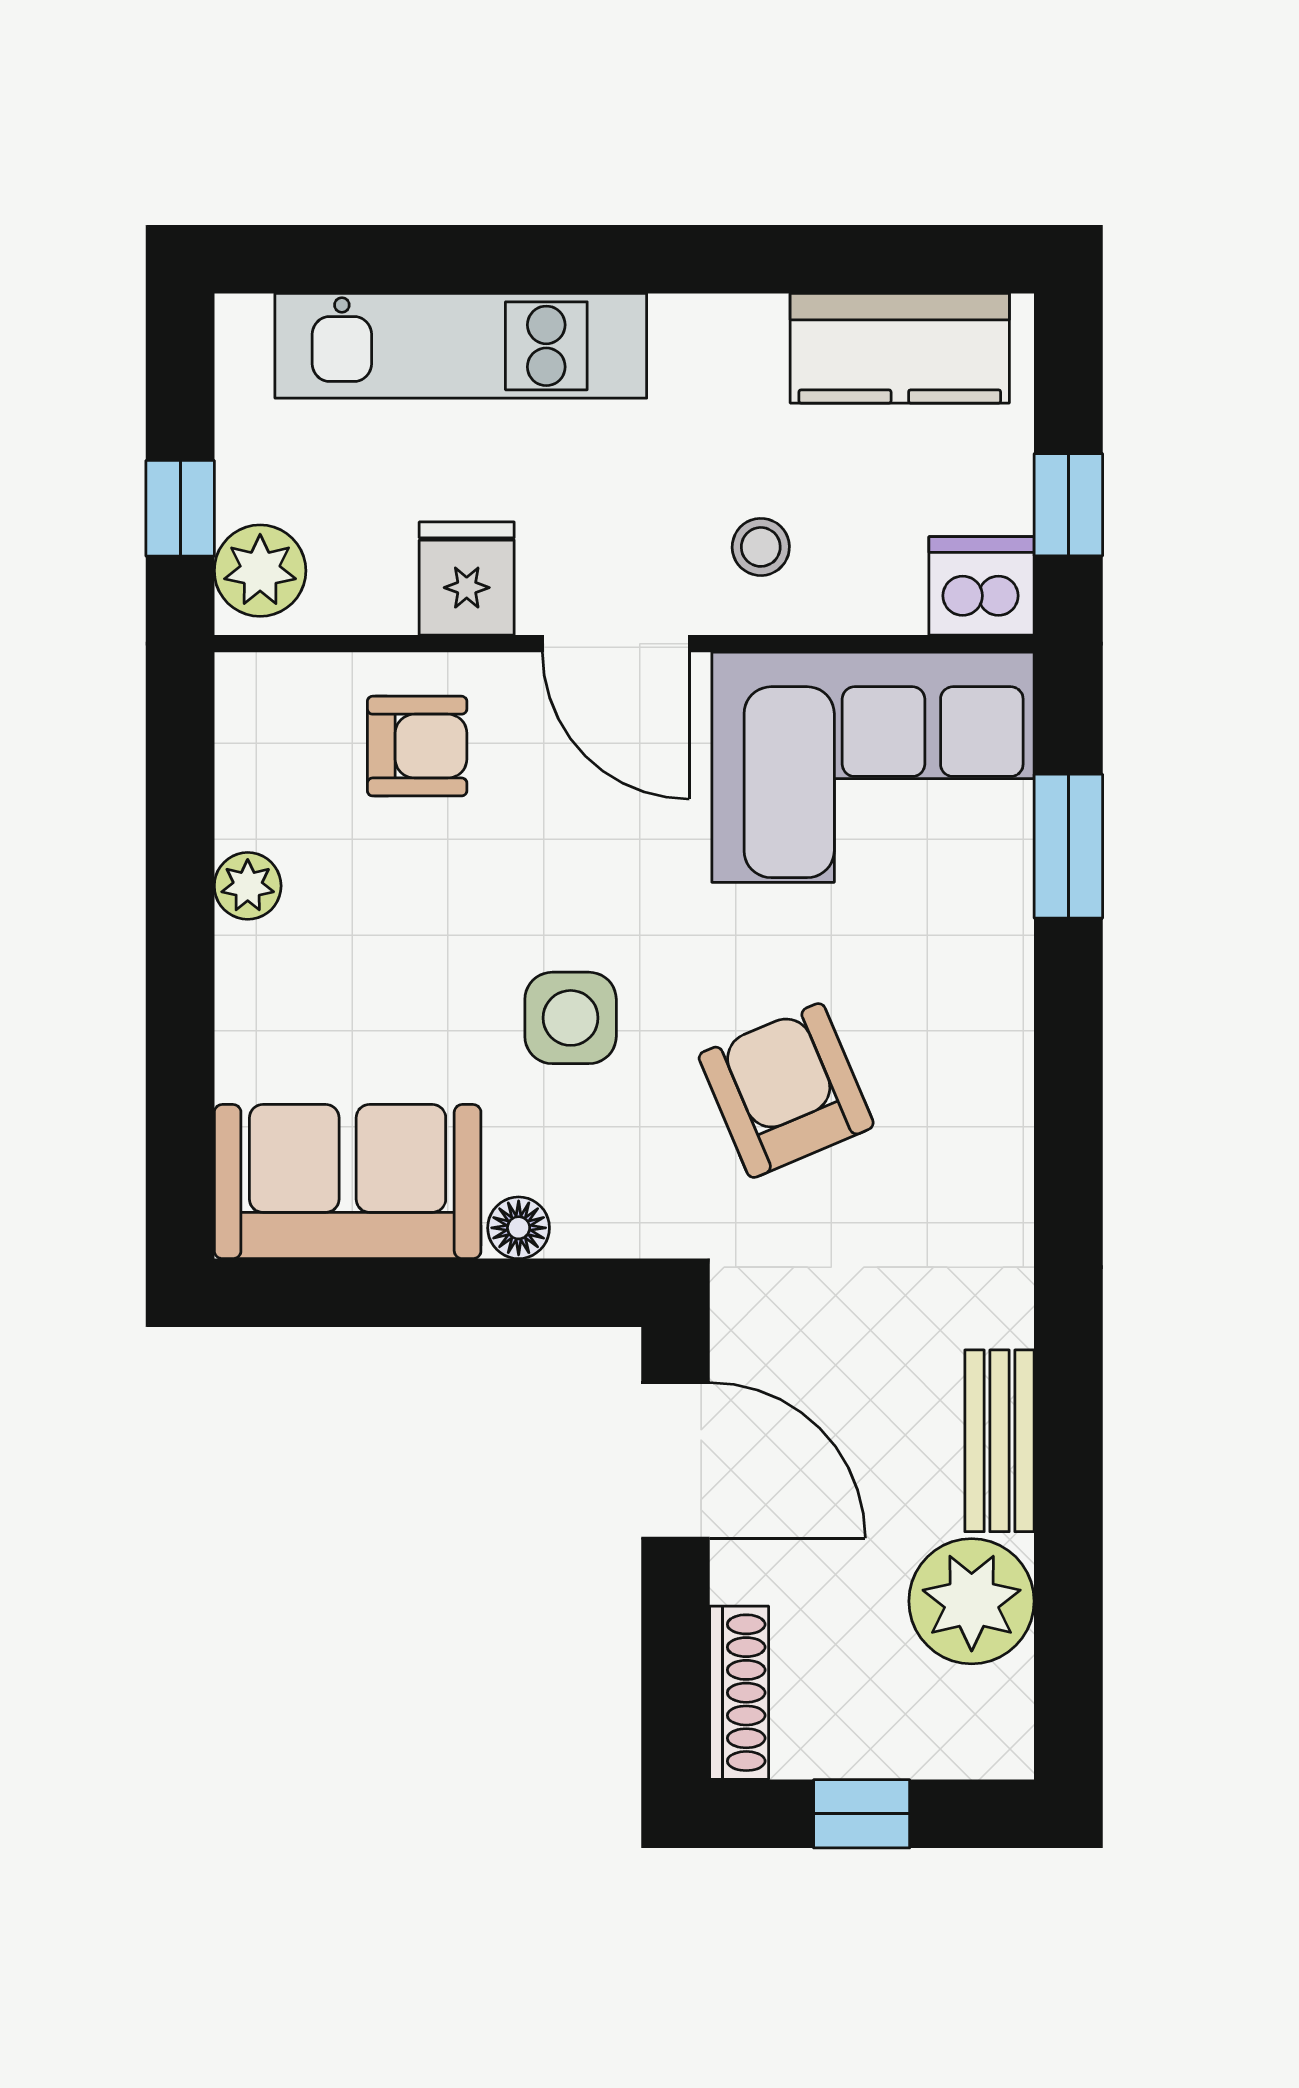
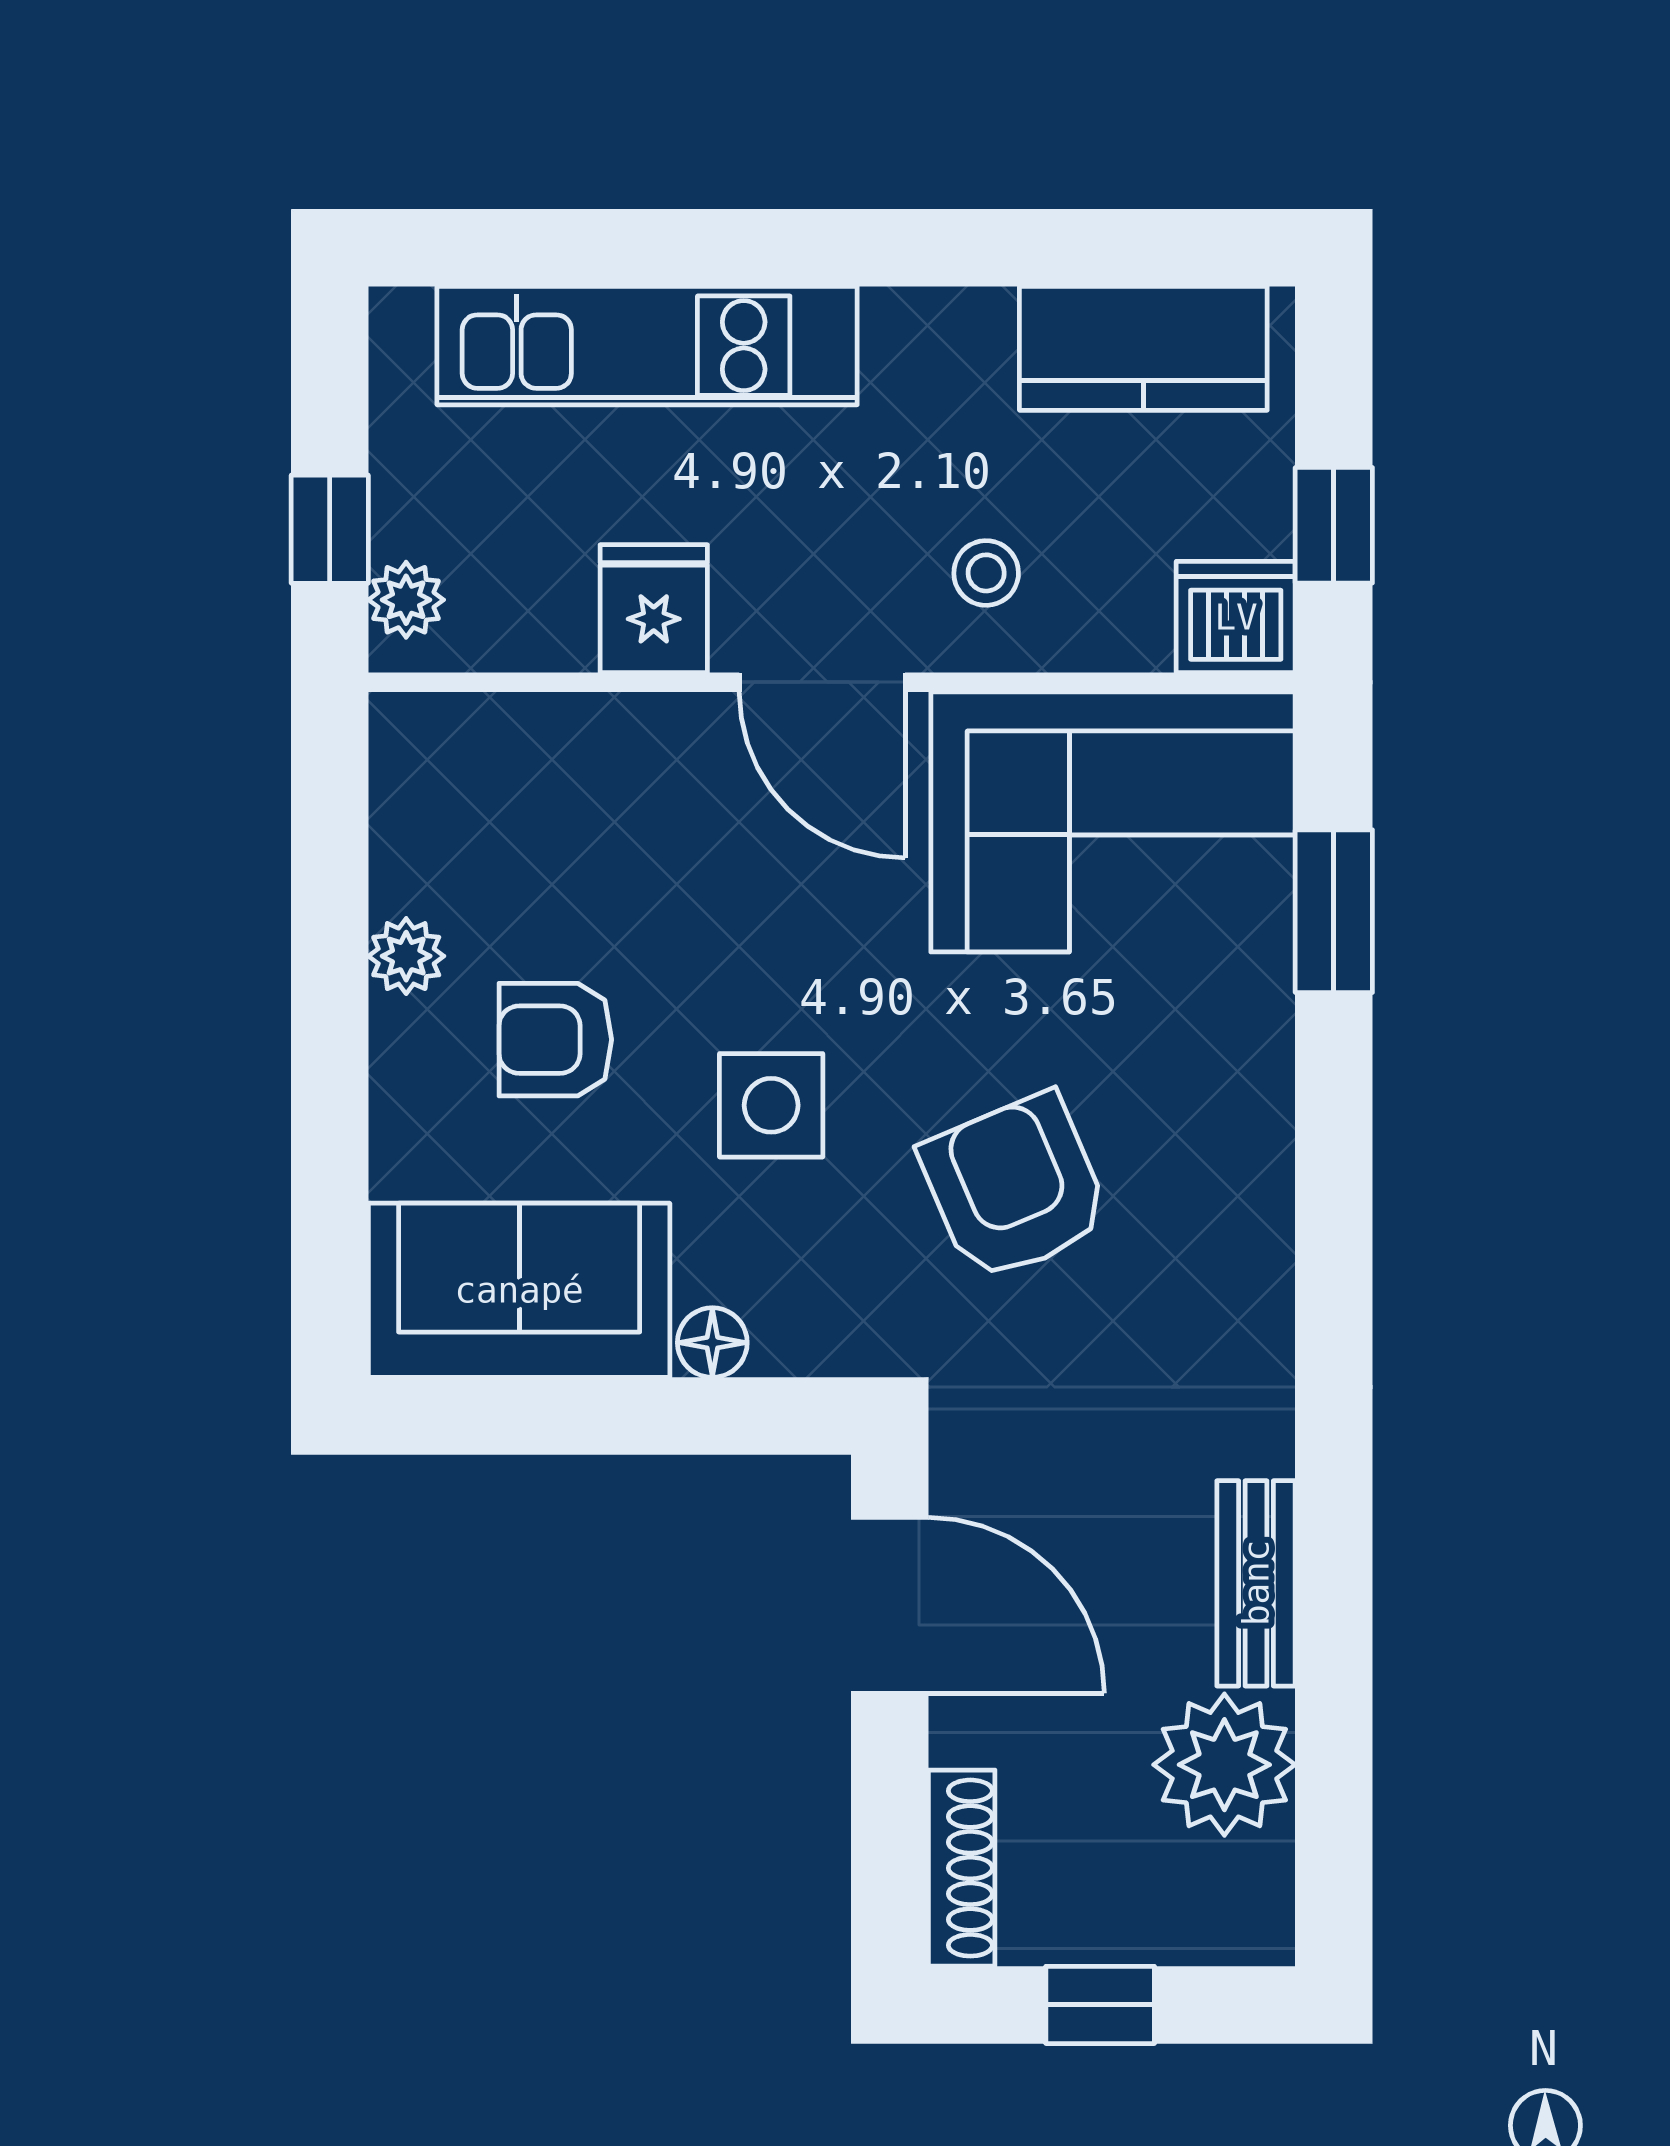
plant: (260, 571) -> (406, 600), width x0.73, depth x0.73
armchair: (417, 746) -> (555, 1040), moved, turned 180

